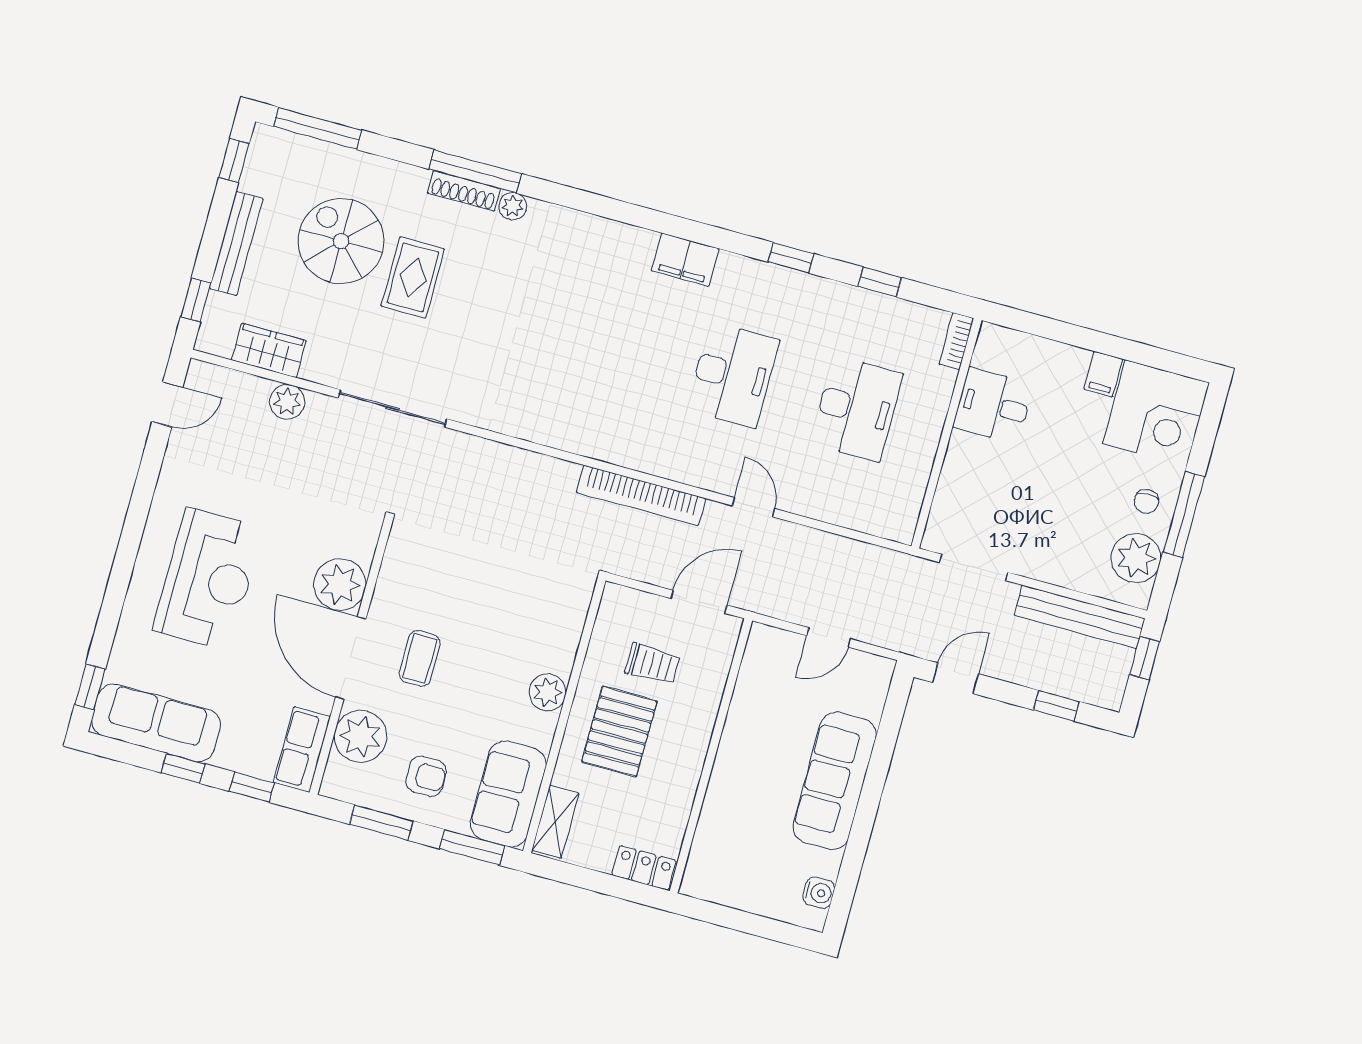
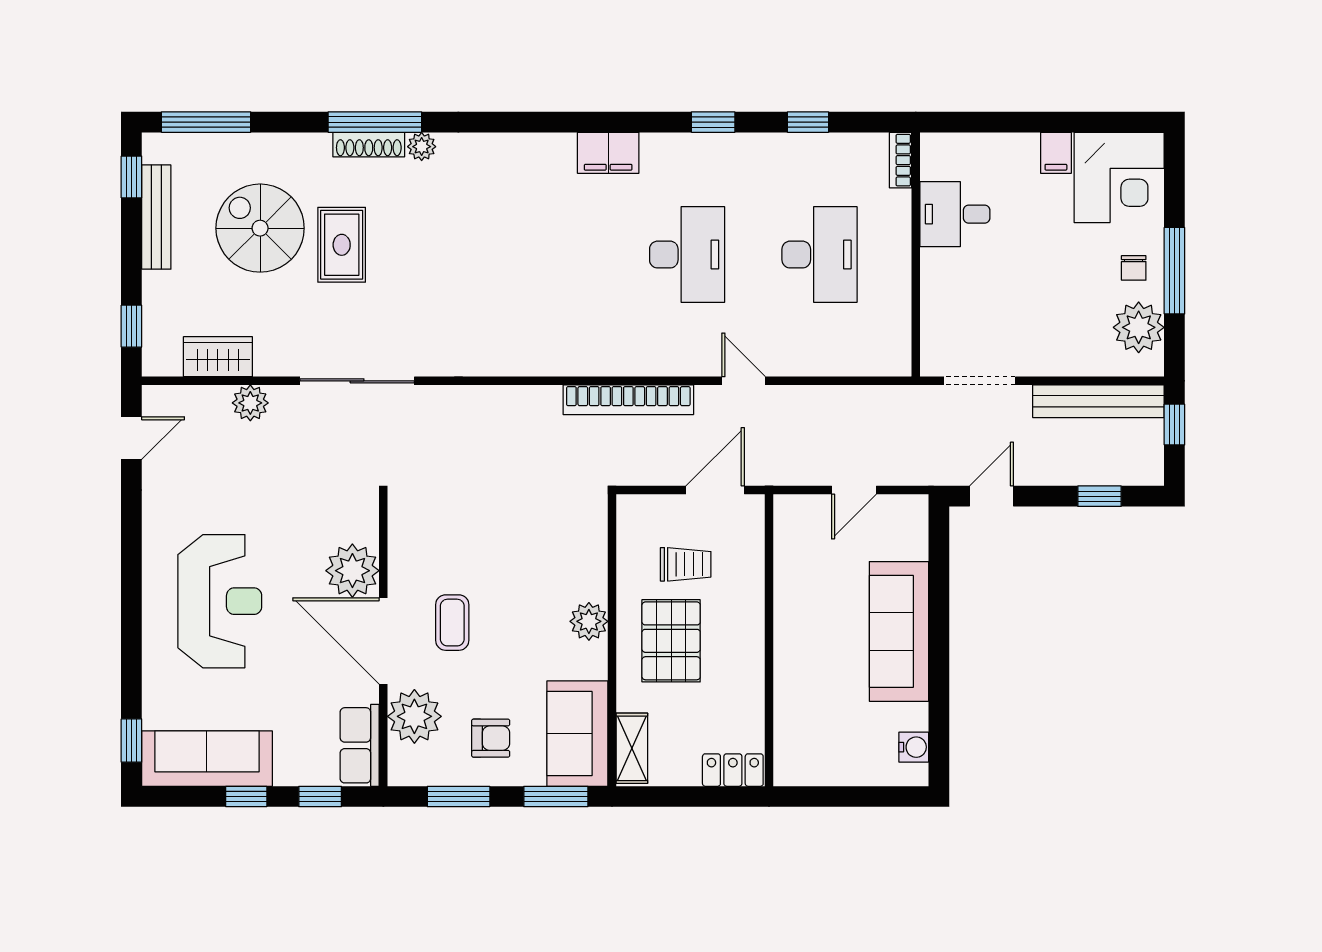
bench: (236, 243) -> (156, 217), moved

